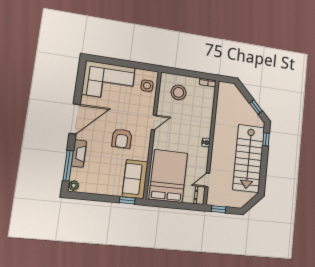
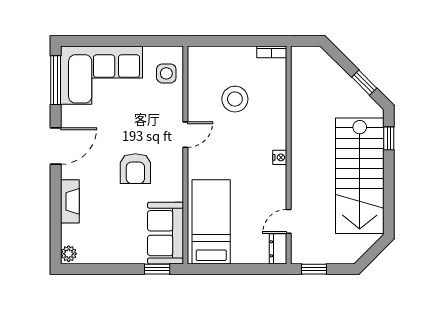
stool: (178, 92) -> (235, 99), moved
door: (75, 119) -> (56, 146), width x0.73
window: (68, 166) -> (56, 80), moved
bed: (168, 176) -> (211, 222), width x0.67

